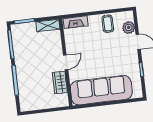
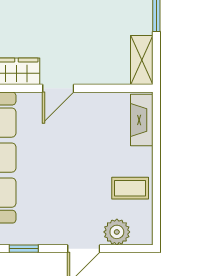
door: (66, 62) -> (58, 88), hinge flipped

